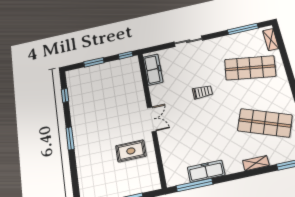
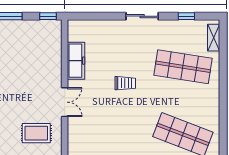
window: (243, 29) -> (186, 16), width x0.46
sliding door: (188, 41) -> (142, 16), moved
freezer: (153, 69) -> (76, 61), moved

